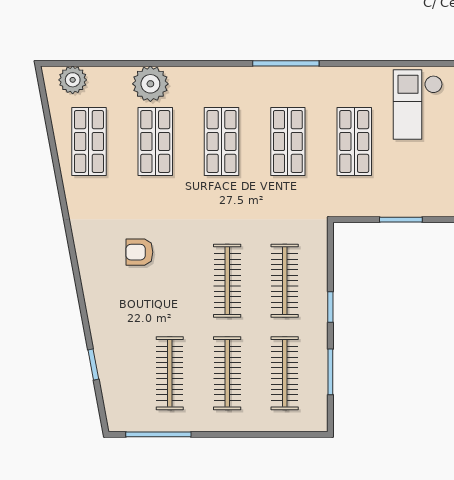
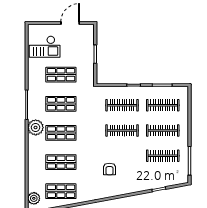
plant: (150, 84) -> (36, 127), moved

